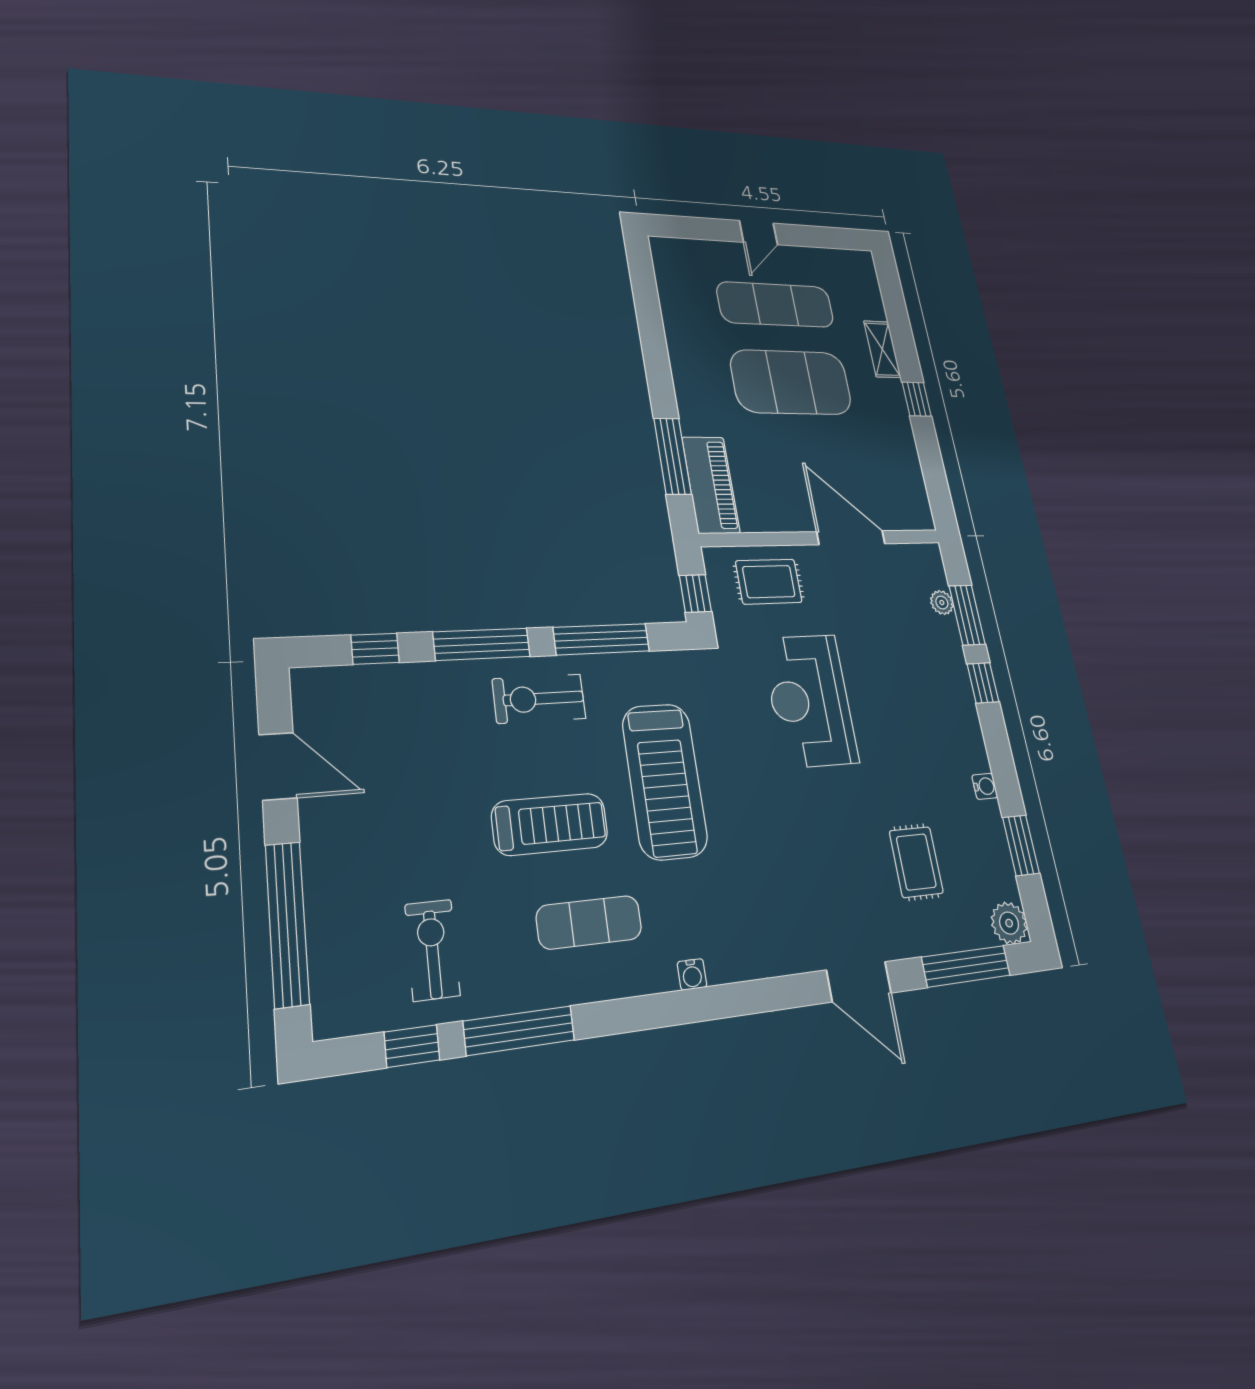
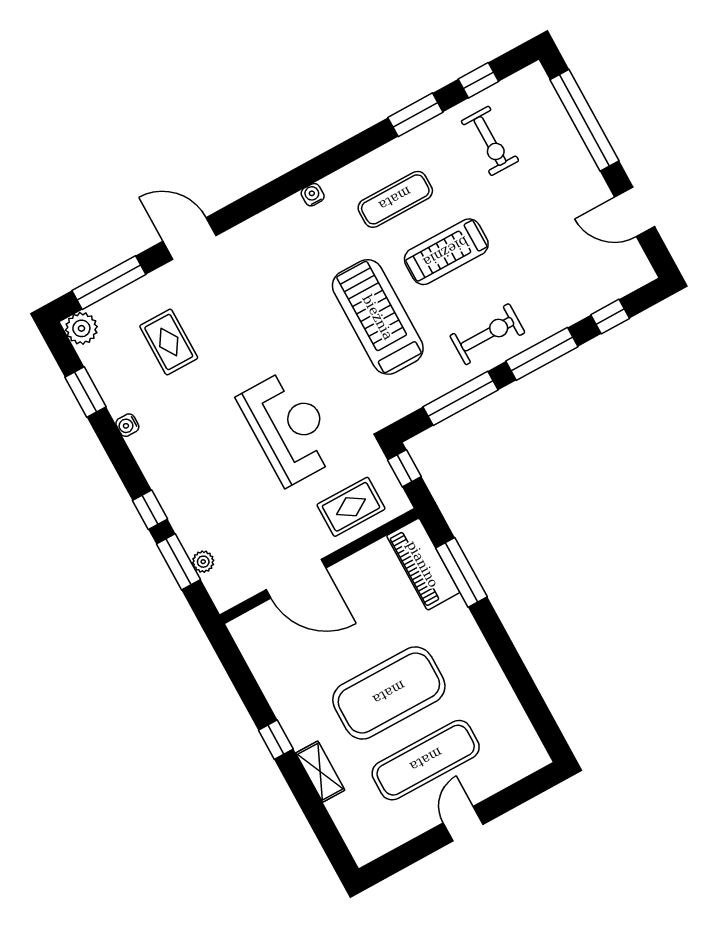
window: (519, 1031) -> (415, 115), width x0.69

